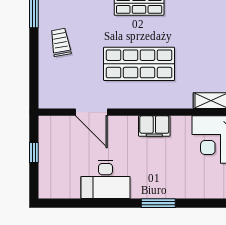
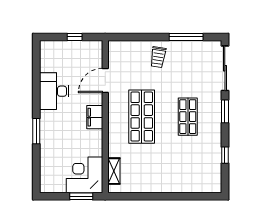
trolley: (61, 42) -> (158, 57), turned 109
filing cabinet: (154, 126) -> (95, 117), moved

